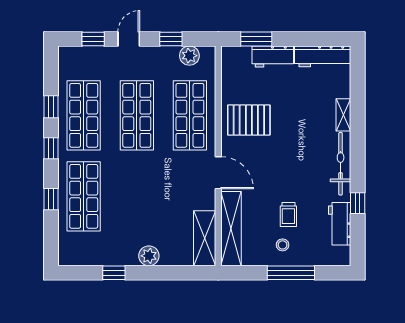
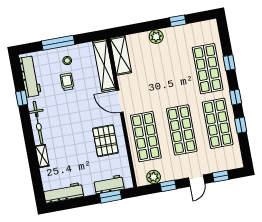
workbench: (273, 57) -> (109, 184), moved
pallet: (249, 120) -> (105, 141), turned 90
workbench: (340, 224) -> (30, 77), width x1.38

